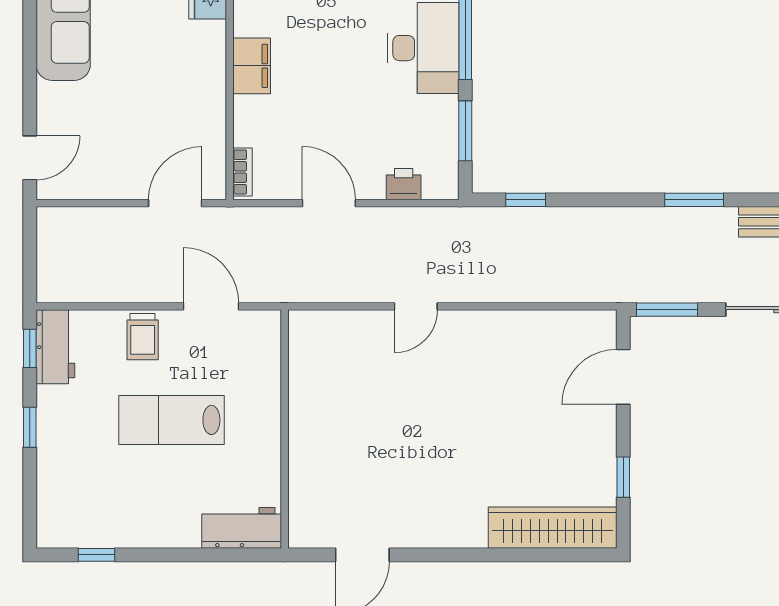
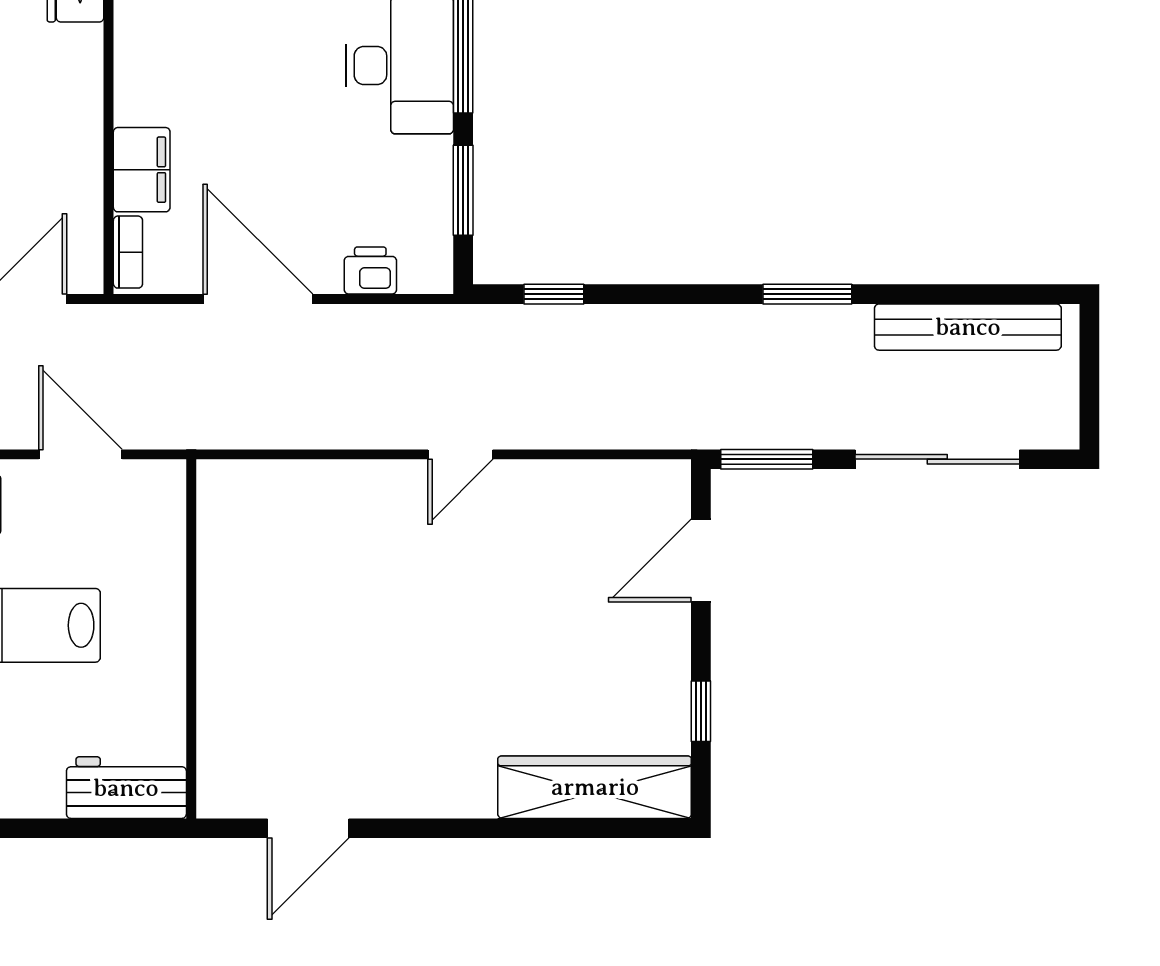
filing cabinet: (252, 66) -> (142, 170), moved
door: (329, 203) -> (258, 299), width x1.36
door: (416, 306) -> (460, 454), moved

